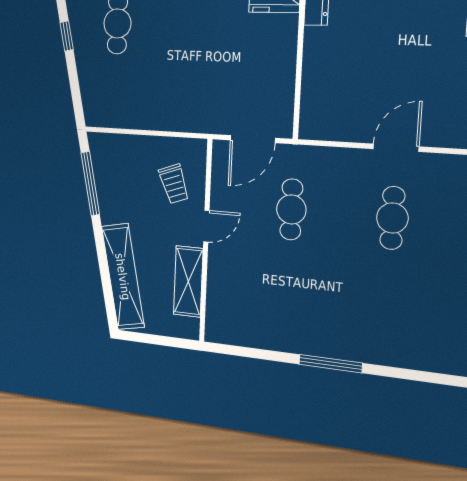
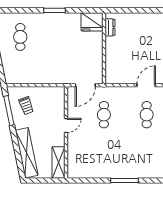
trolley: (174, 184) -> (26, 106), moved
shelving: (188, 282) -> (58, 162), moved

